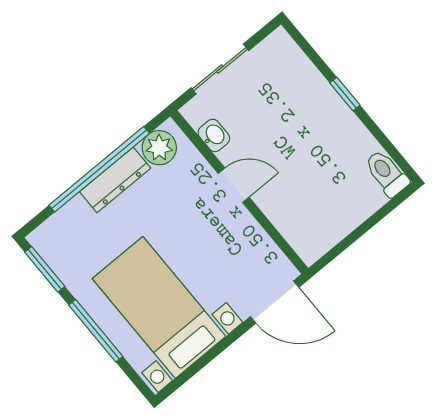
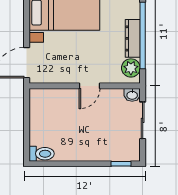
window: (345, 94) -> (121, 164), moved
washbasin: (214, 135) -> (132, 95), moved

